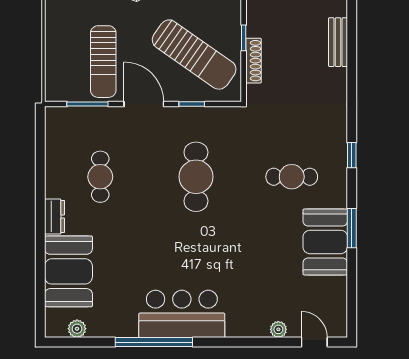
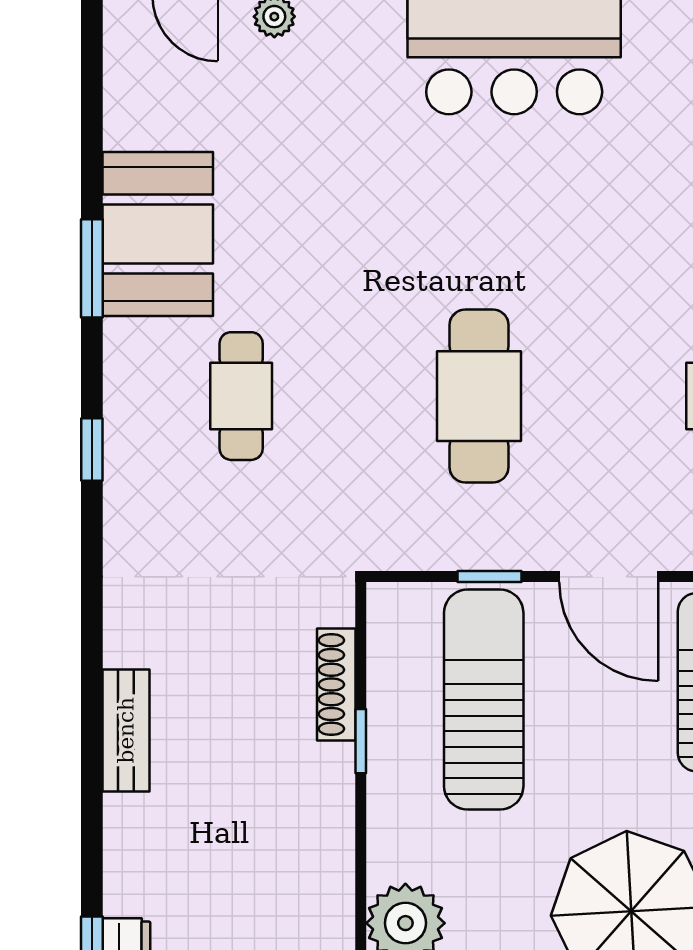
sun lounger: (194, 55) -> (484, 700), turned 55
cafe table: (292, 177) -> (241, 396), turned 90

